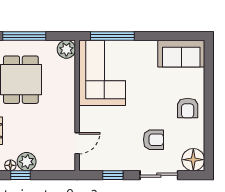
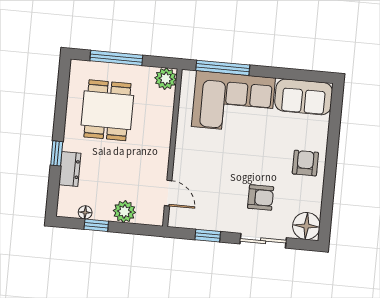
corner sofa: (102, 73) -> (233, 102), moved, turned 90
armchair: (188, 108) -> (305, 163), turned 180
door: (77, 143) -> (168, 193), hinge flipped
plant: (27, 162) -> (124, 211), moved

